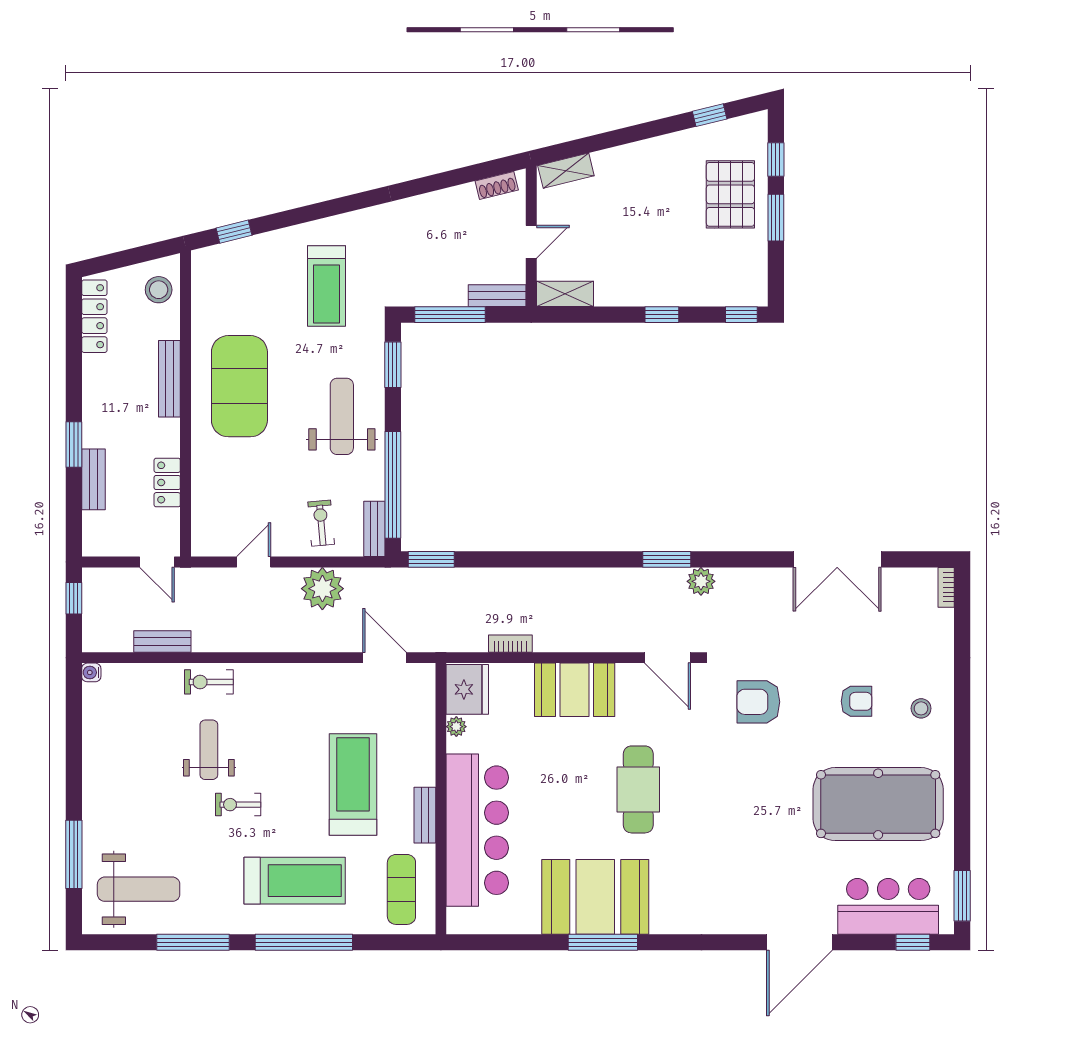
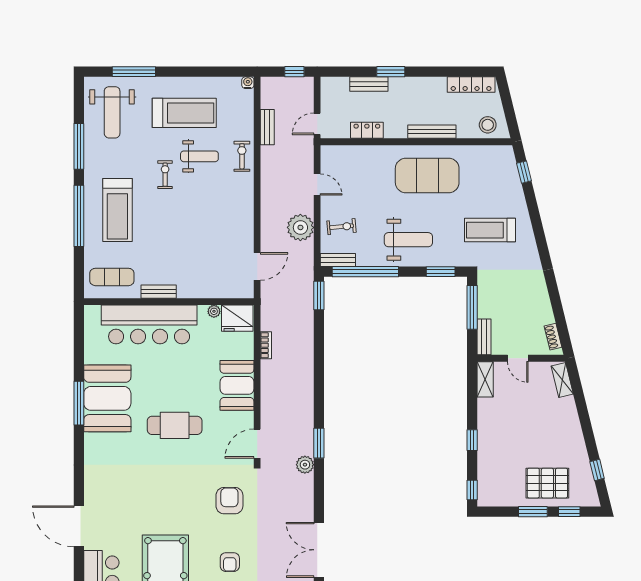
treadmill: (353, 785) -> (184, 113), moved

